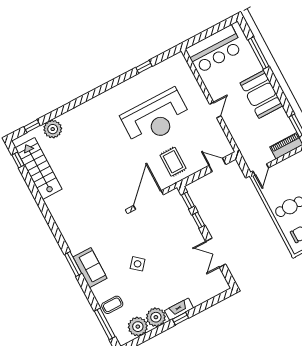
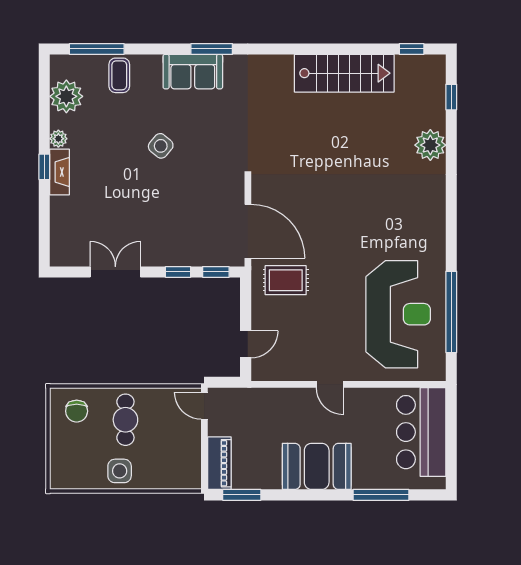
window: (144, 67) -> (451, 312), width x3.17
reception desk: (156, 118) -> (398, 314), moved, turned 180
plant: (53, 129) -> (430, 145), moved
stairs: (39, 168) -> (344, 73), moved
door: (148, 200) -> (248, 231), moved
plant: (156, 317) -> (58, 139), width x0.53, depth x0.53

